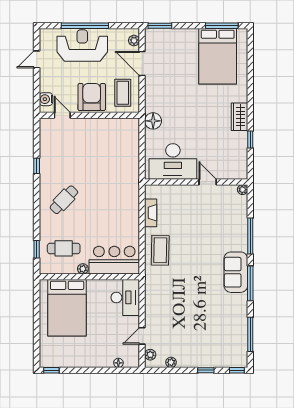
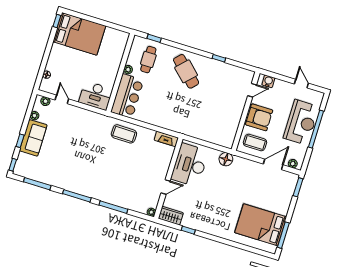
wardrobe: (240, 117) -> (171, 216), moved
cafe table: (64, 200) -> (186, 71), width x1.37, depth x1.35
fireplace: (151, 213) -> (166, 139), moved
sofa: (236, 272) -> (33, 138), moved, turned 90
bed: (67, 308) -> (79, 34), moved, turned 180

